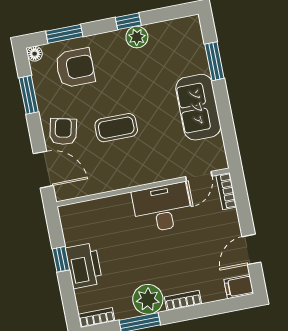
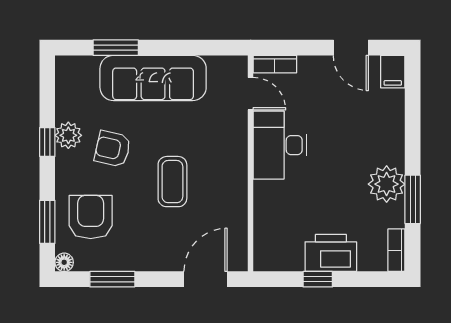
sofa: (198, 107) -> (153, 78), width x1.36
armchair: (63, 132) -> (113, 149), moved
bookcase: (183, 301) -> (396, 142), removed

